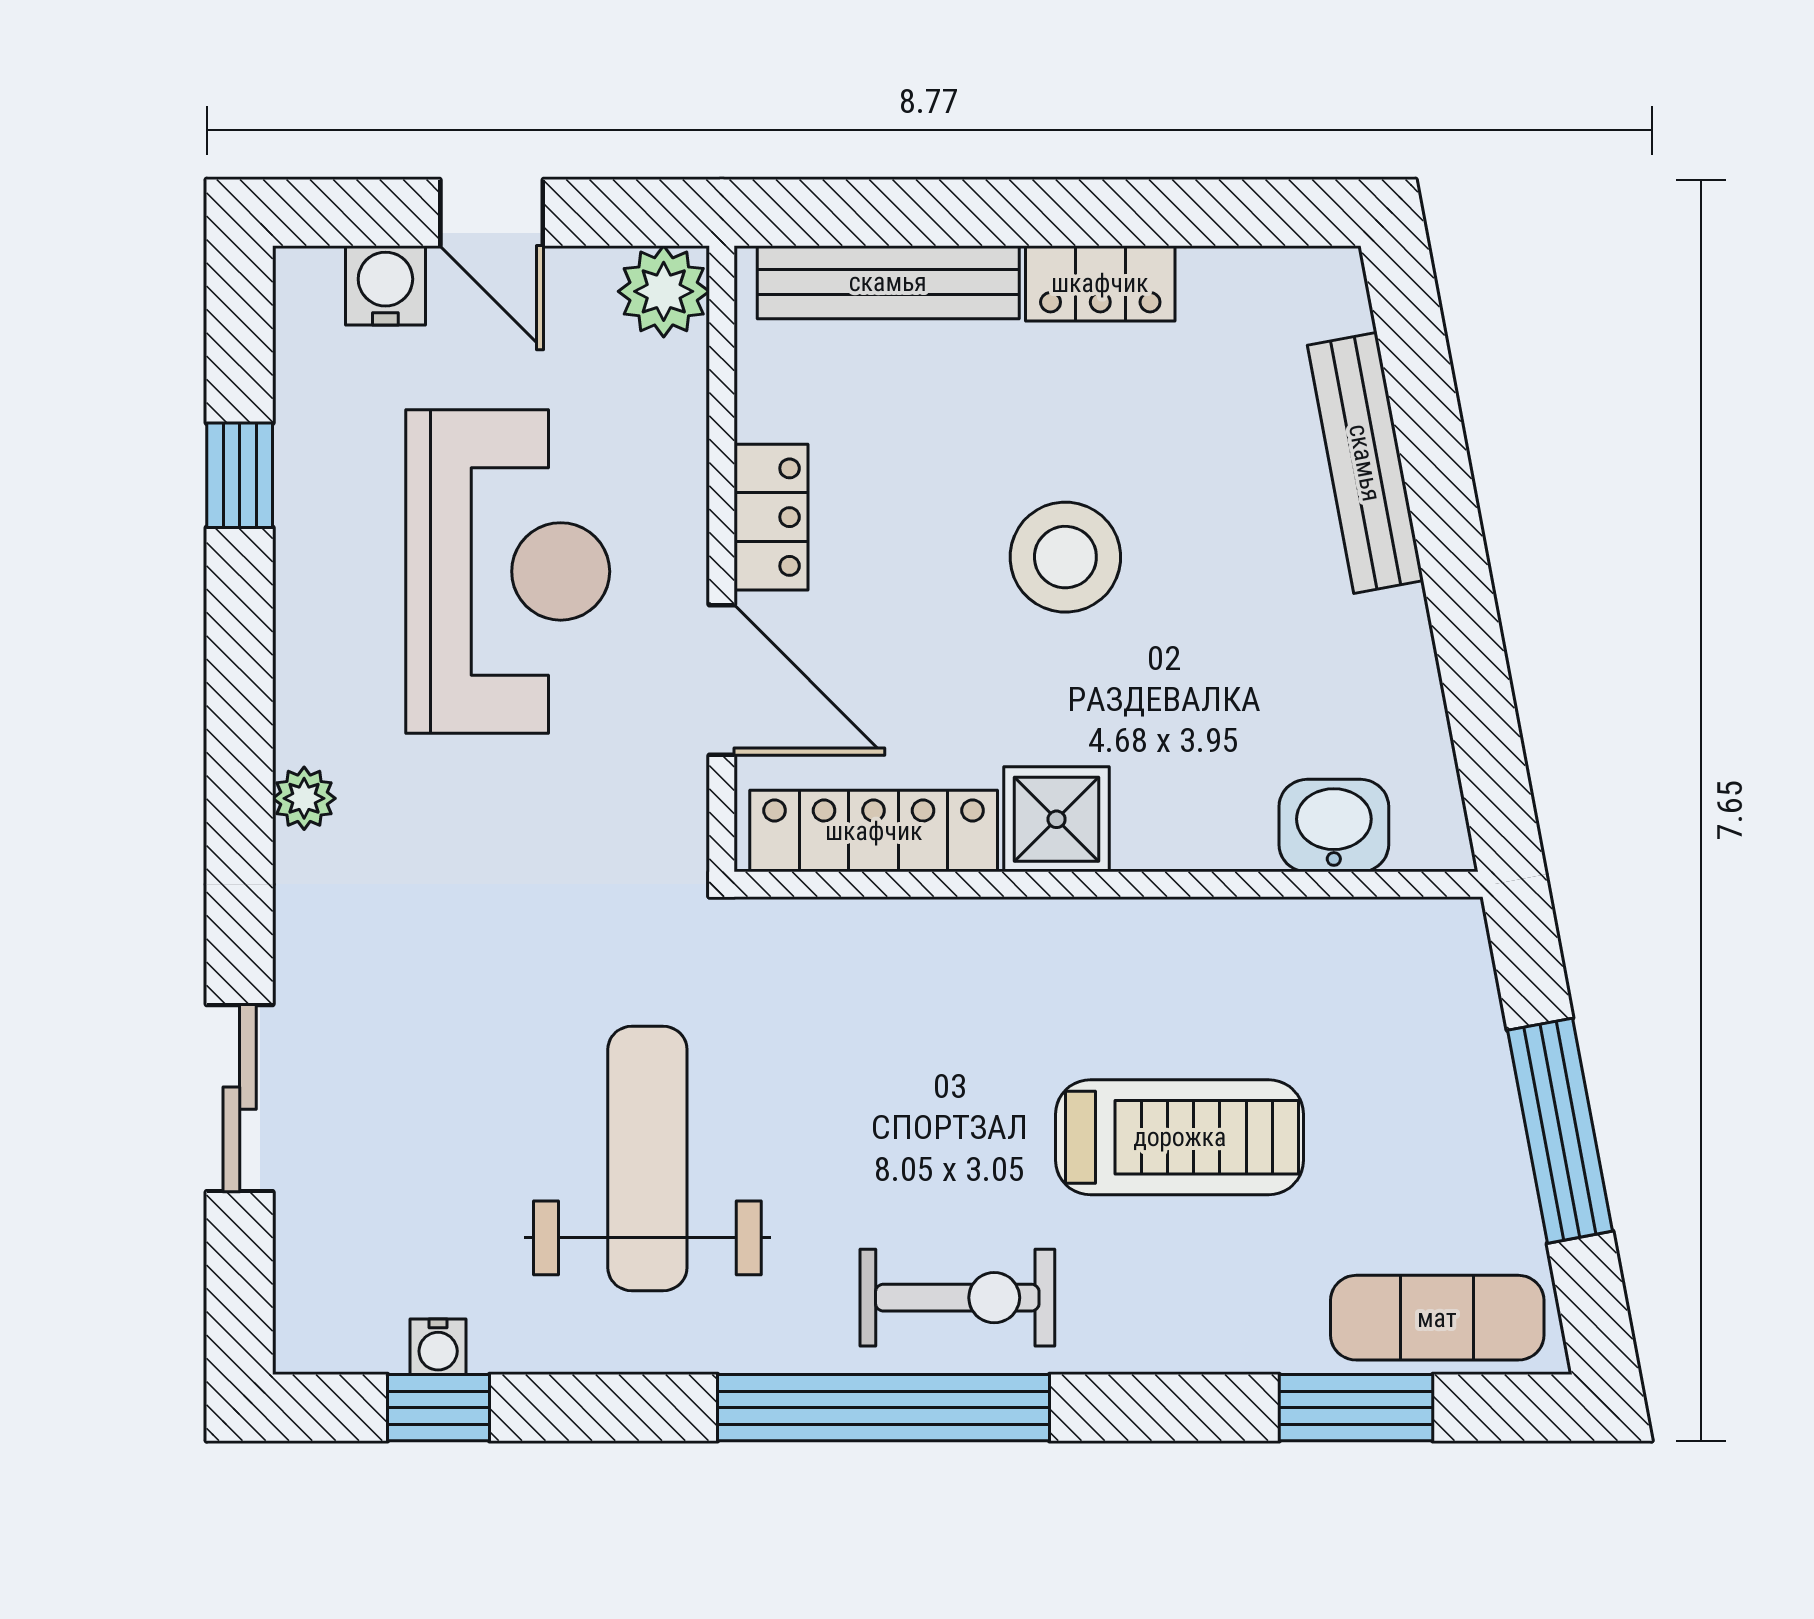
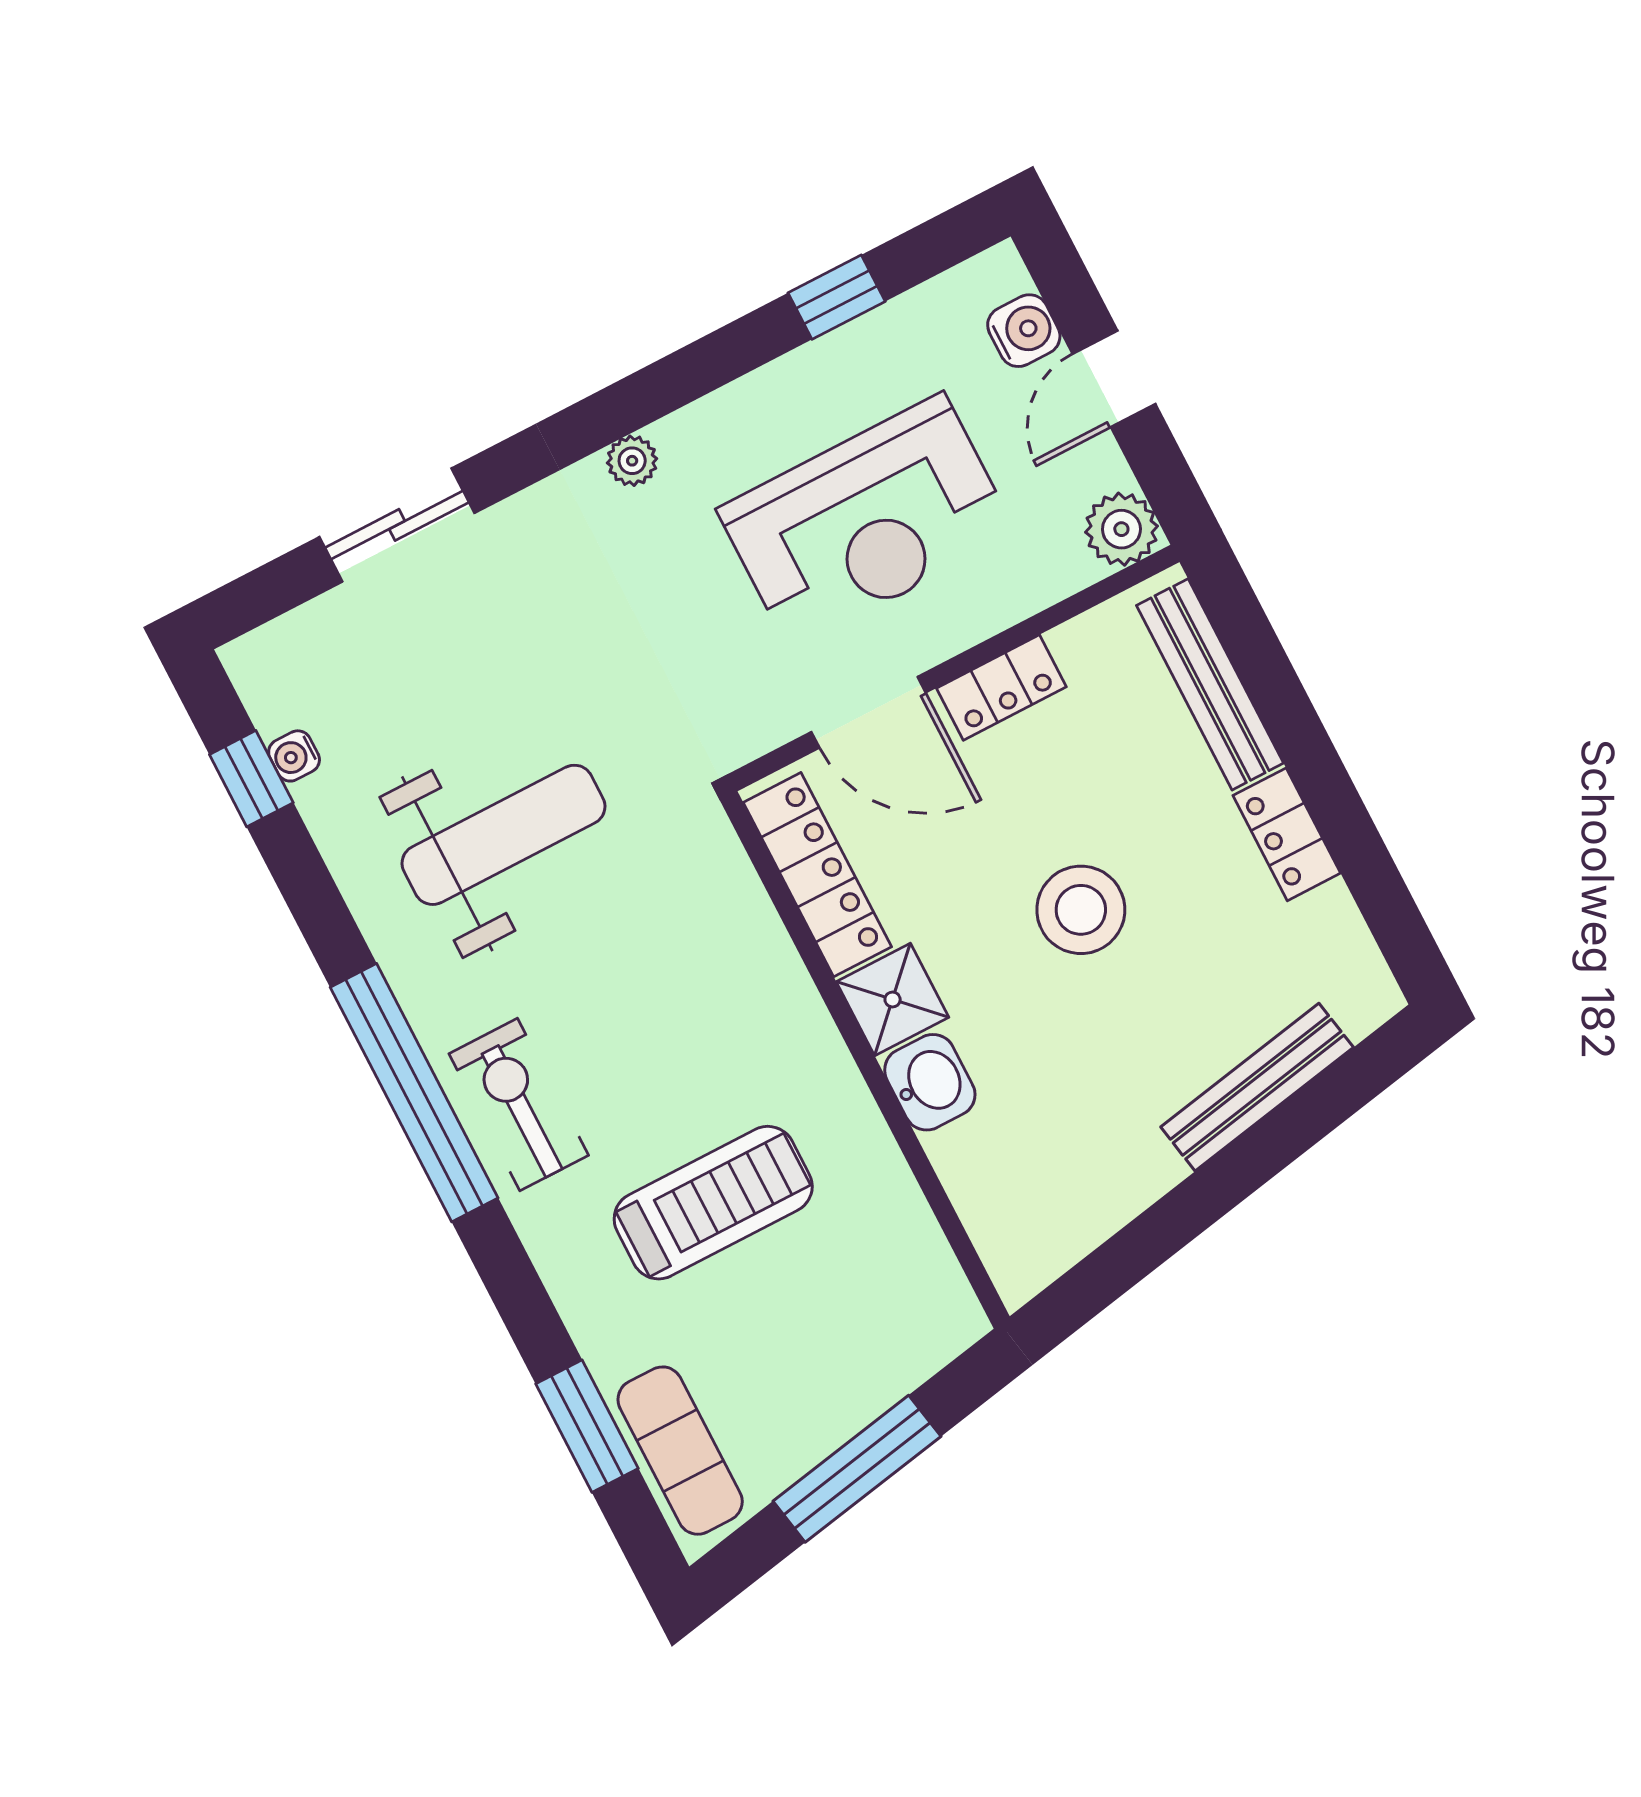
door: (722, 680) -> (868, 712), hinge flipped
washbasin: (1334, 826) -> (930, 1082), moved
treadmill: (1180, 1137) -> (713, 1203), turned -90
exercise bike: (957, 1298) -> (519, 1104), turned 180

